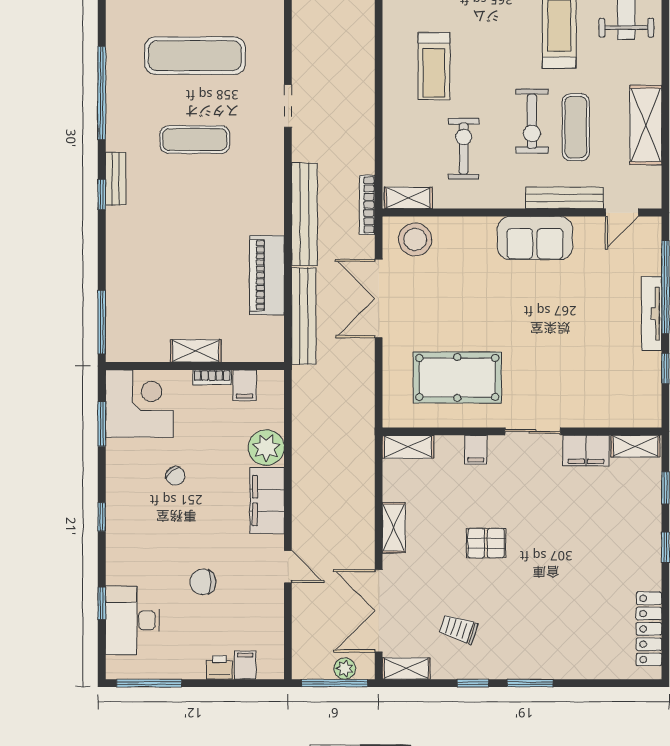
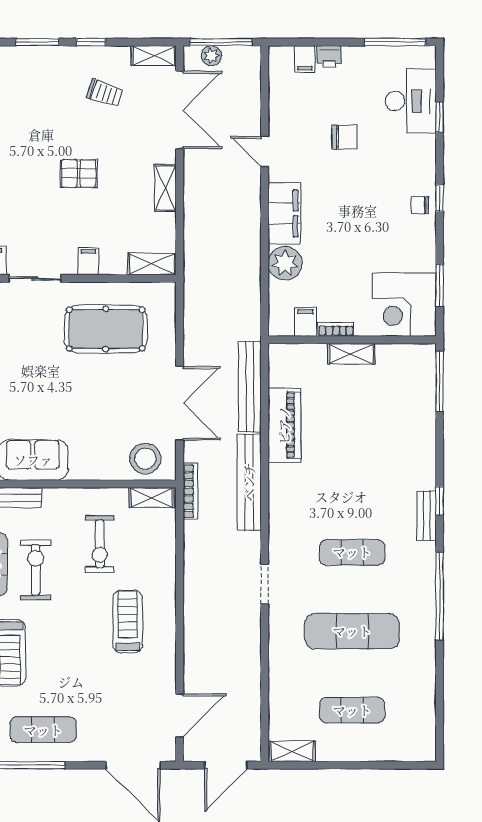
chair: (175, 476) -> (420, 205), moved, turned -51

